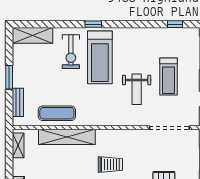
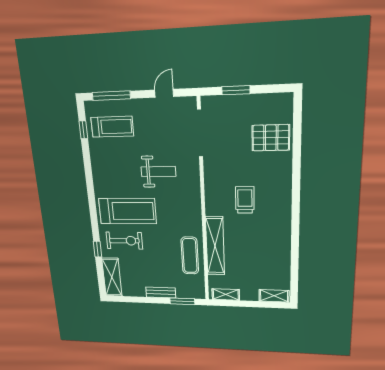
window: (93, 24) -> (97, 249), moved
window: (9, 77) -> (182, 301), moved
treadmill: (169, 77) -> (112, 127), moved
bench: (18, 102) -> (161, 292), moved

